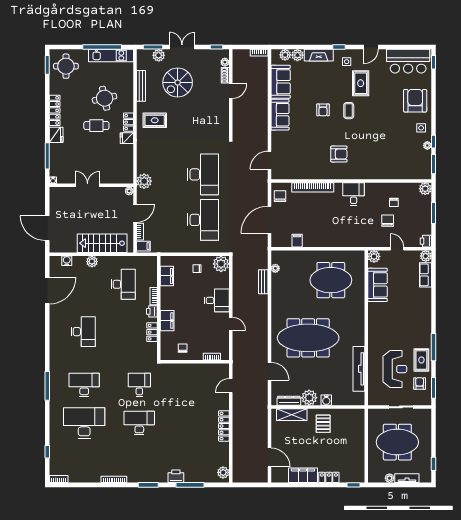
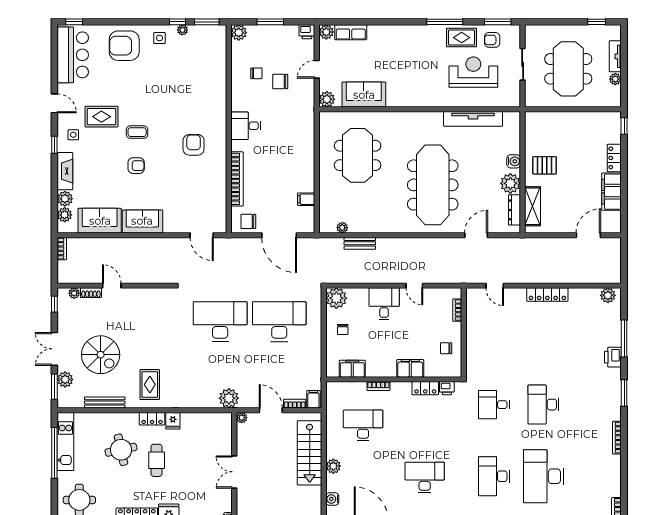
printer: (152, 311) -> (447, 388), moved
door: (231, 324) -> (414, 286), swing flipped

